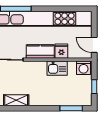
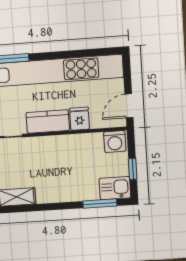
door: (94, 45) -> (129, 106), hinge flipped
kitchen sink: (57, 68) -> (115, 188), moved, turned 180

